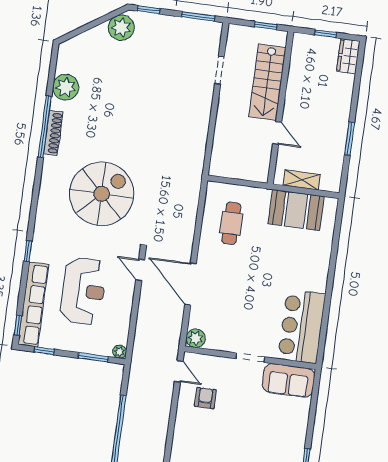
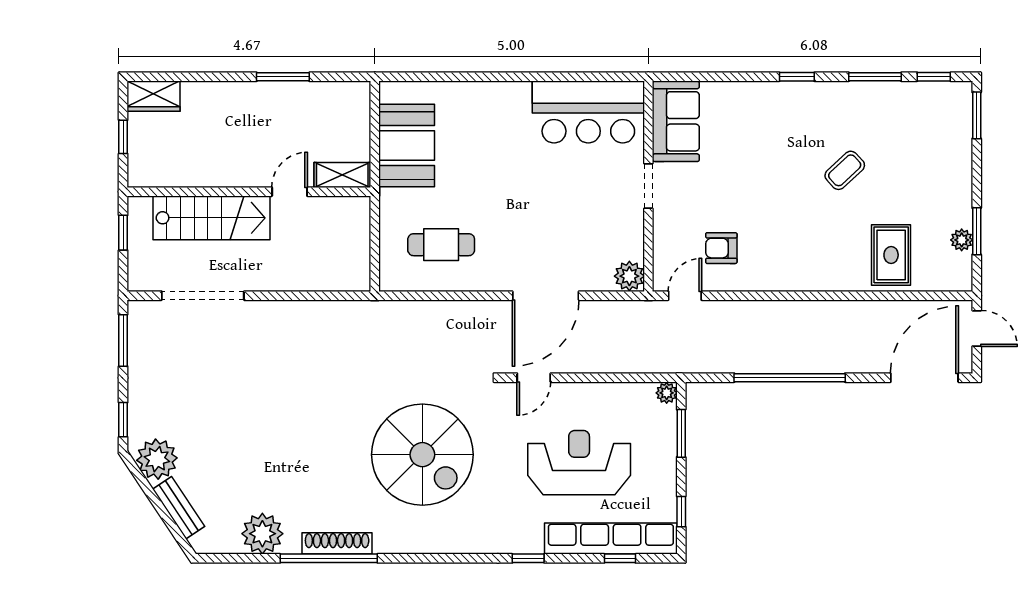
bench: (89, 37) -> (179, 508), added
doorway: (219, 70) -> (203, 296), width x1.88
shelving: (302, 180) -> (342, 175), moved, turned 90
spiral stairs: (102, 194) -> (422, 455), turned 180
window: (18, 325) -> (620, 558), moved

